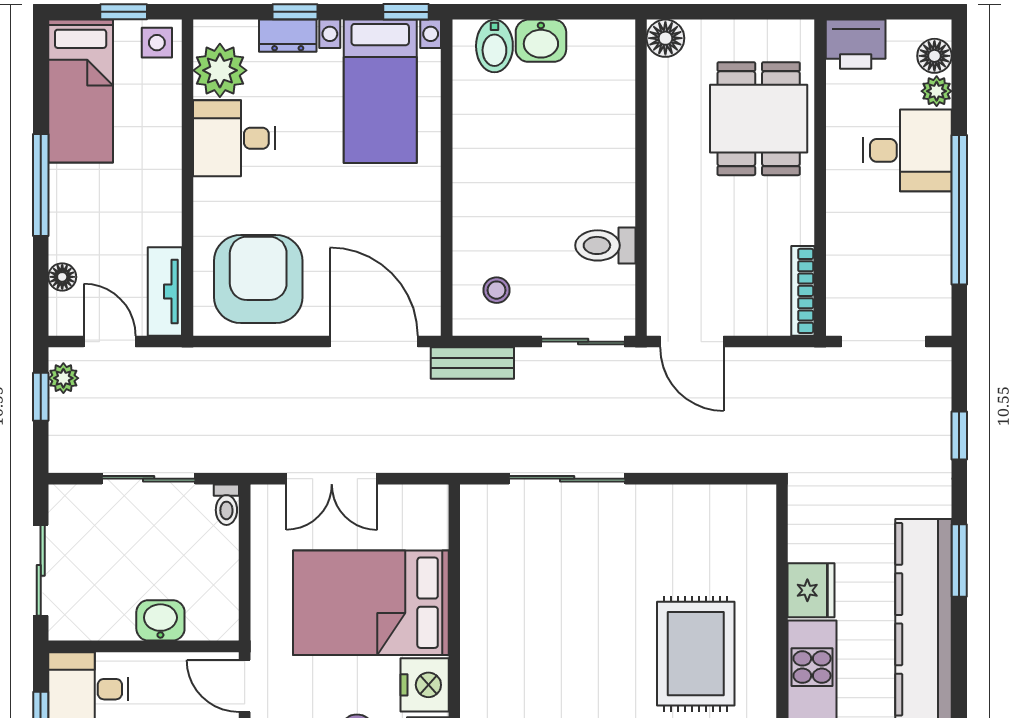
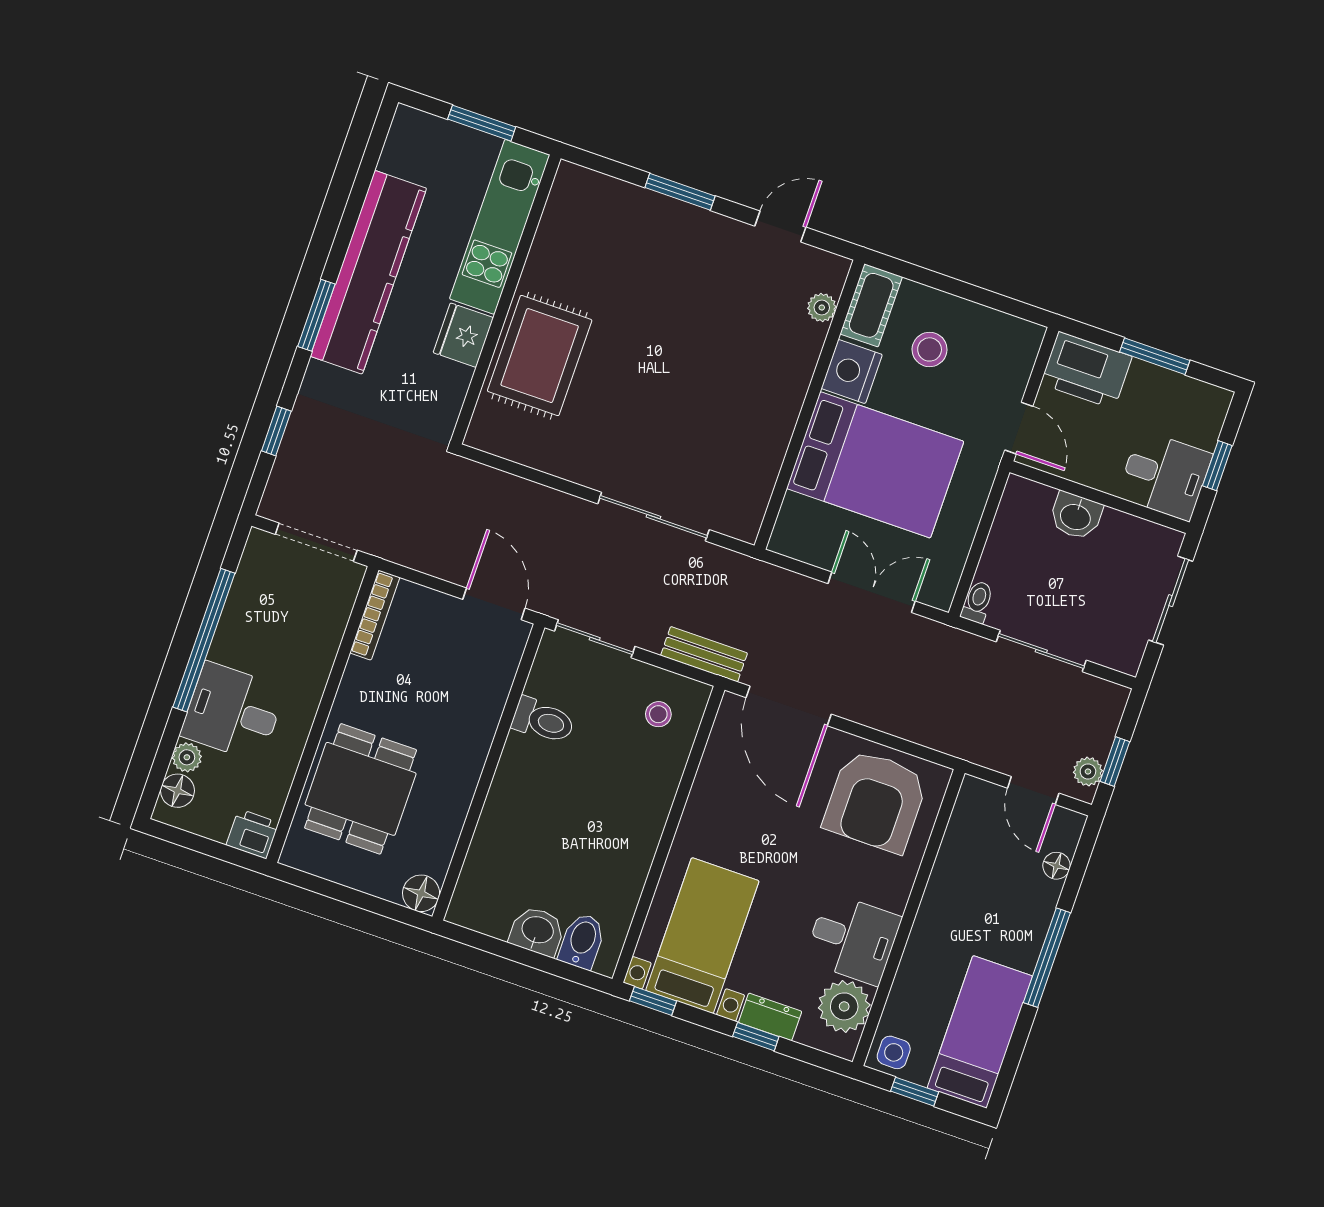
printer: (856, 44) -> (253, 834), width x0.73, depth x0.81
tv unit: (165, 291) -> (966, 819), removed
rug: (696, 654) -> (540, 356), moved

